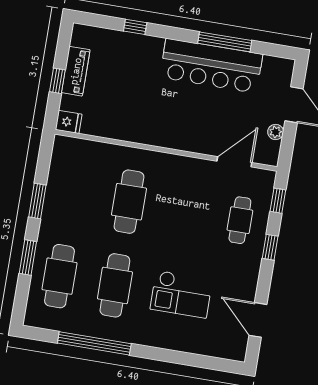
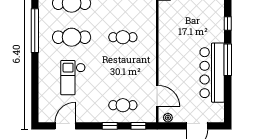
window: (225, 42) -> (228, 60), moved
plant: (276, 132) -> (168, 118), moved
cafe table: (129, 202) -> (123, 37), width x0.73, depth x0.74

